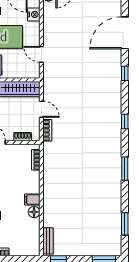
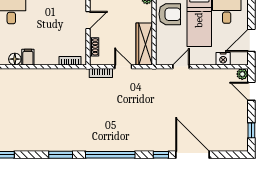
door: (125, 33) -> (192, 155), moved
door: (41, 109) -> (123, 67), swing flipped
window: (125, 122) -> (110, 155), width x3.17

